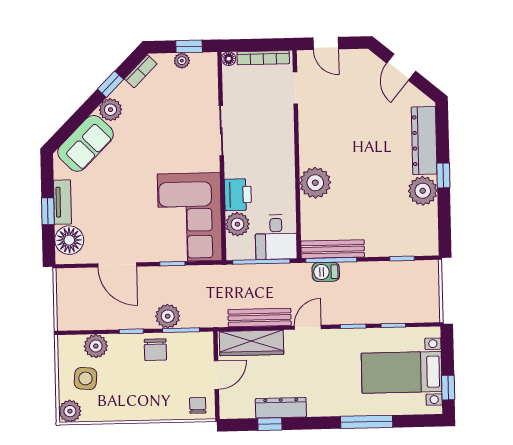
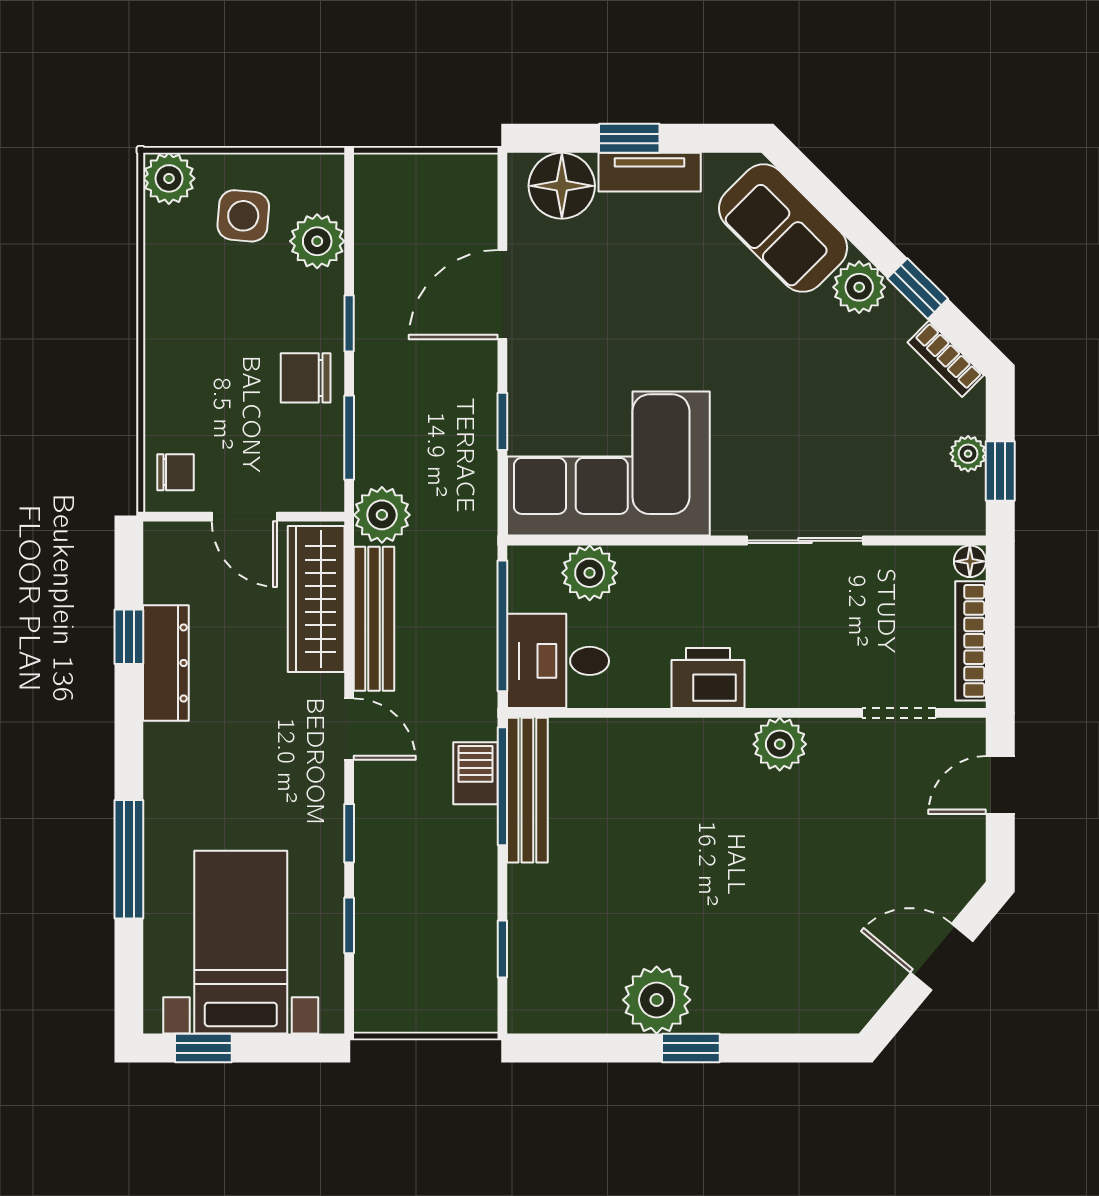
dresser: (424, 141) -> (772, 1006), removed
plant: (315, 183) -> (780, 744), moved, width x0.73, depth x0.73
printer: (238, 195) -> (708, 678), moved, turned 180
plant: (168, 316) -> (382, 515), moved

